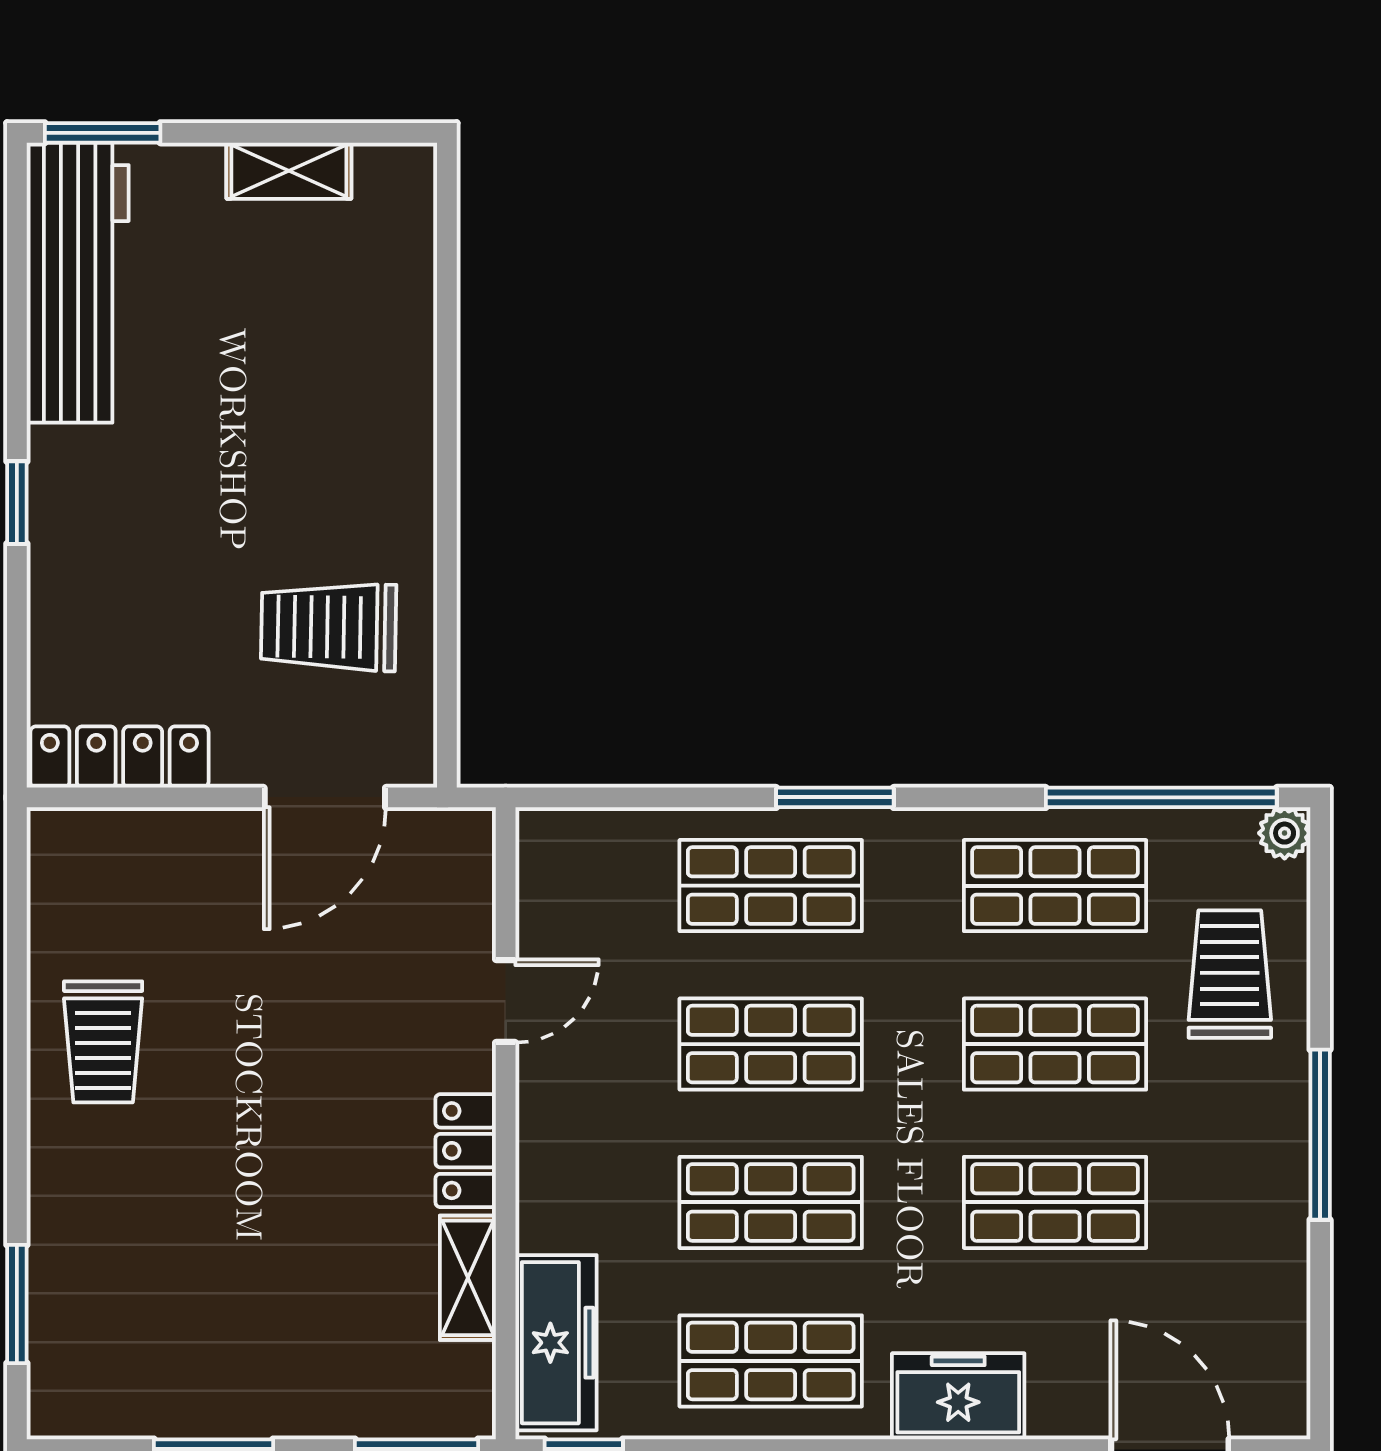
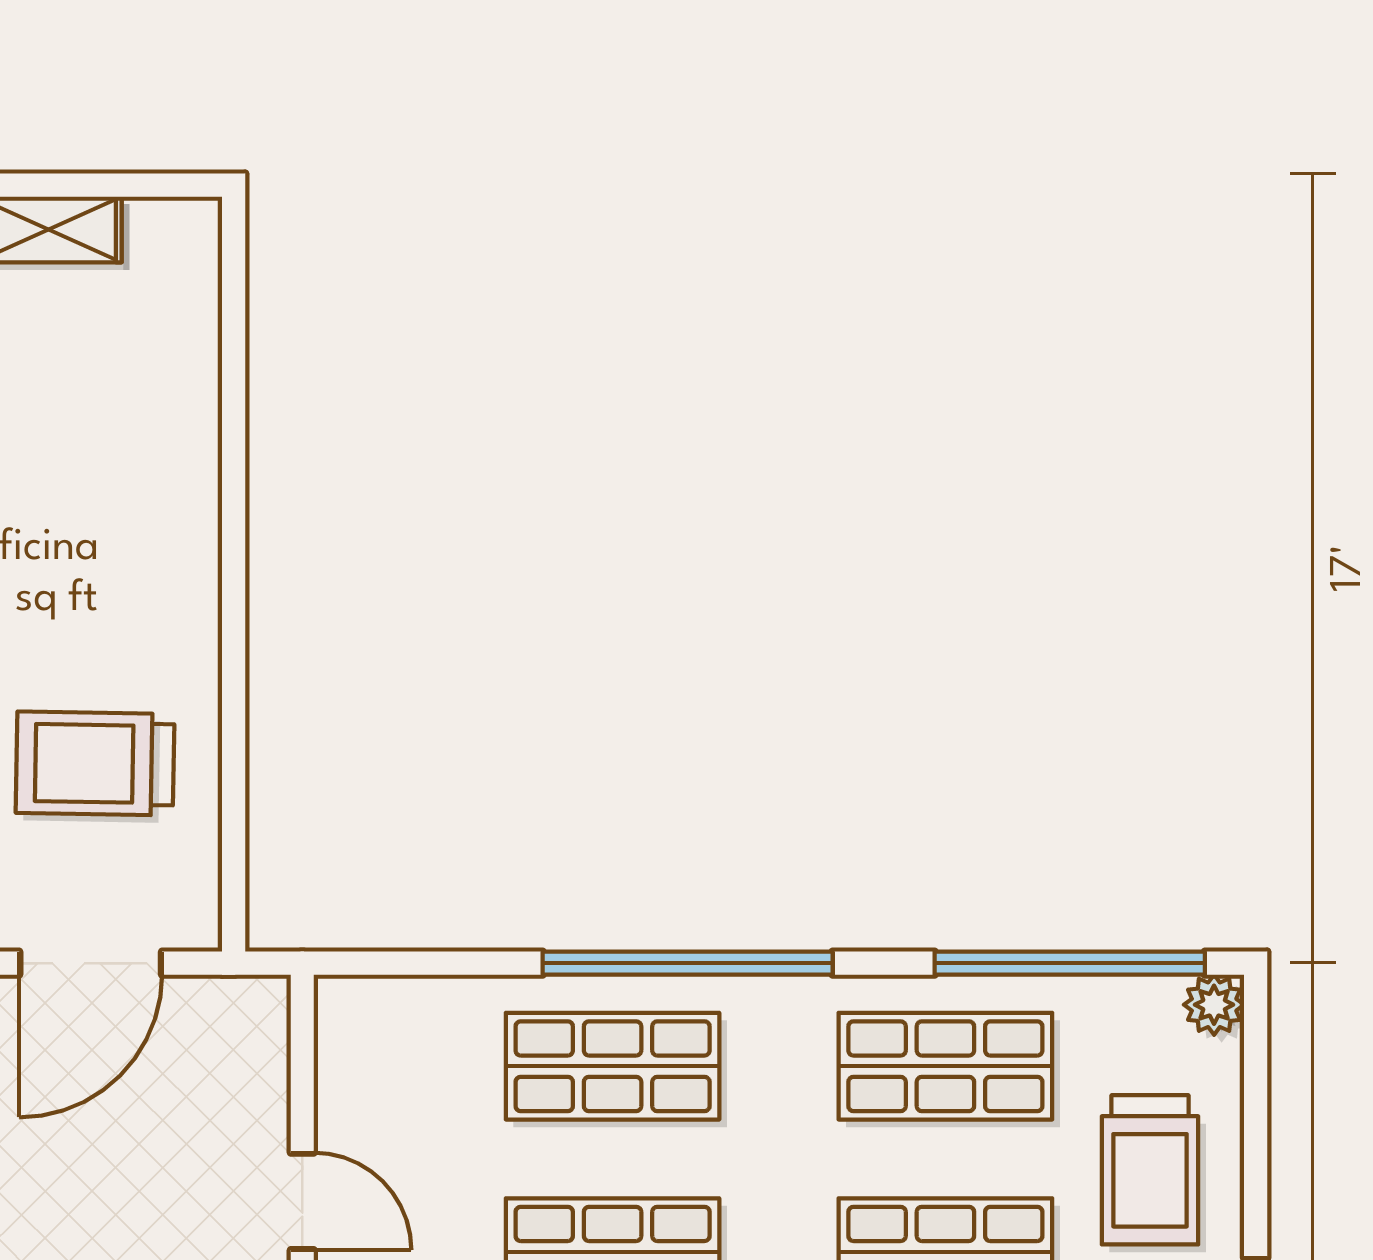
window: (835, 797) -> (688, 963), width x2.11
trolley: (1230, 974) -> (1150, 1170), turned 180
door: (506, 1001) -> (302, 1201), hinge flipped

